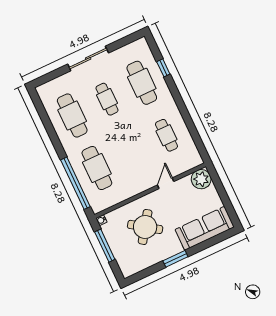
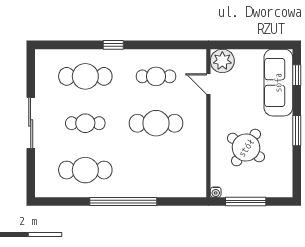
window: (163, 68) -> (113, 45), moved
cafe table: (97, 168) -> (156, 123), moved
window: (75, 183) -> (123, 202), moved
door: (166, 183) -> (208, 84), moved
window: (217, 239) -> (297, 75), added

